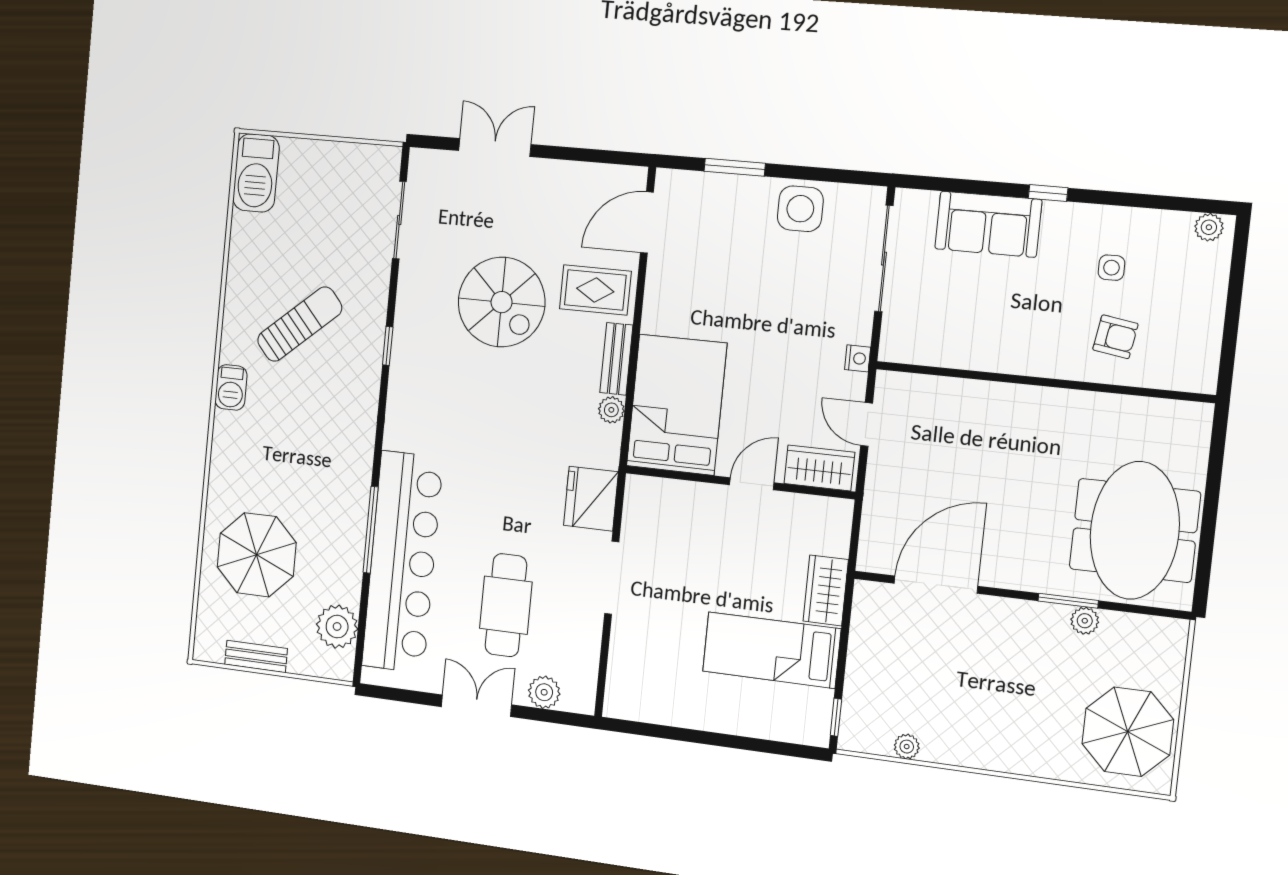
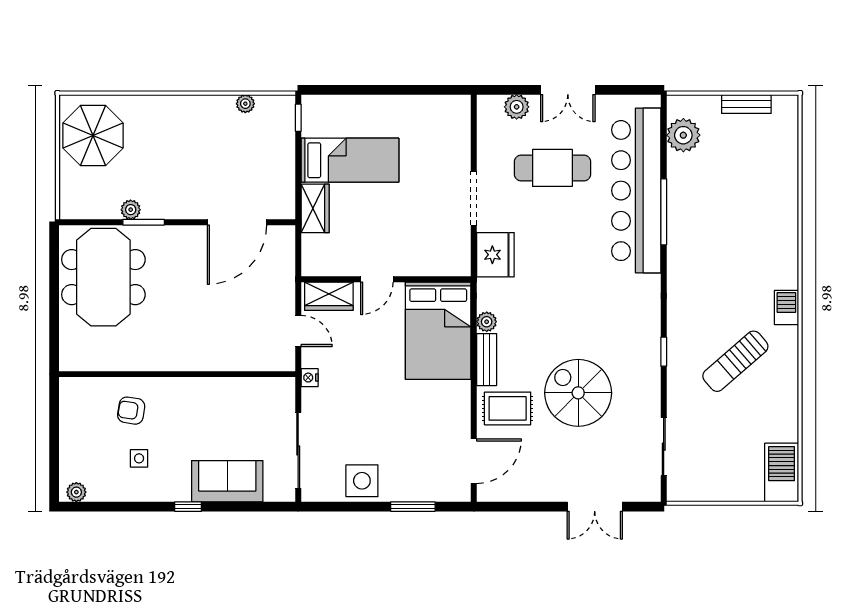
parasol: (257, 555) -> (753, 182), removed
cafe table: (506, 605) -> (552, 168), turned 90

